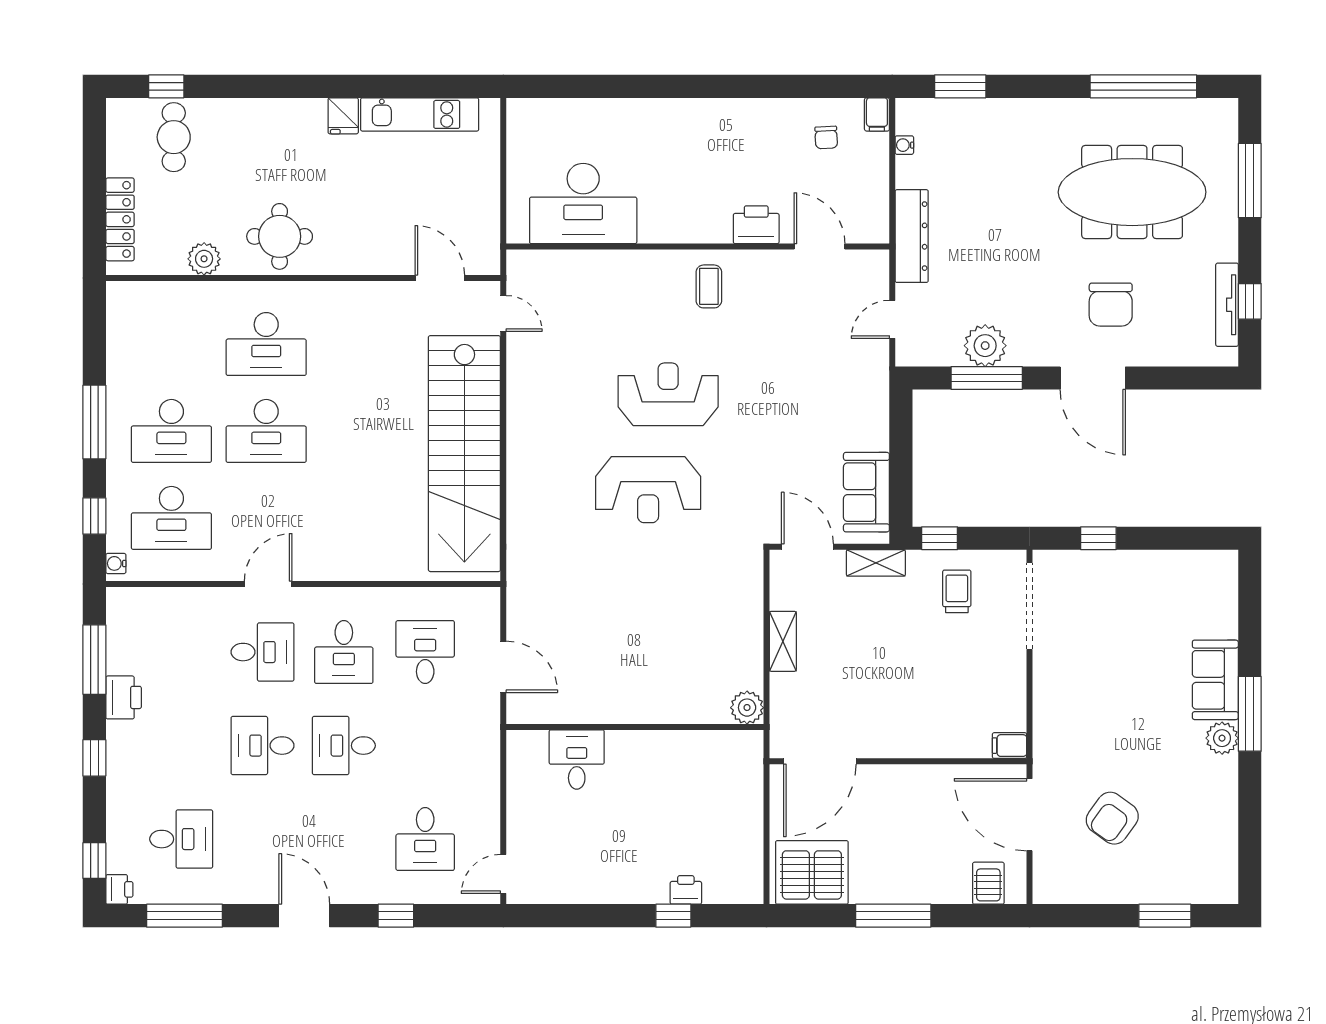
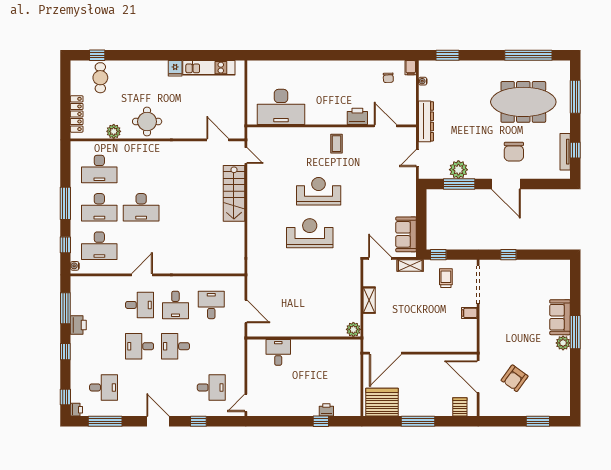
desk: (266, 344) -> (99, 169), moved
stairs: (464, 454) -> (234, 193), width x0.54, depth x0.66
reception desk: (648, 490) -> (310, 233), turned 180
filing cabinet: (1010, 746) -> (469, 313), moved
desk: (425, 839) -> (211, 387), turned -90

